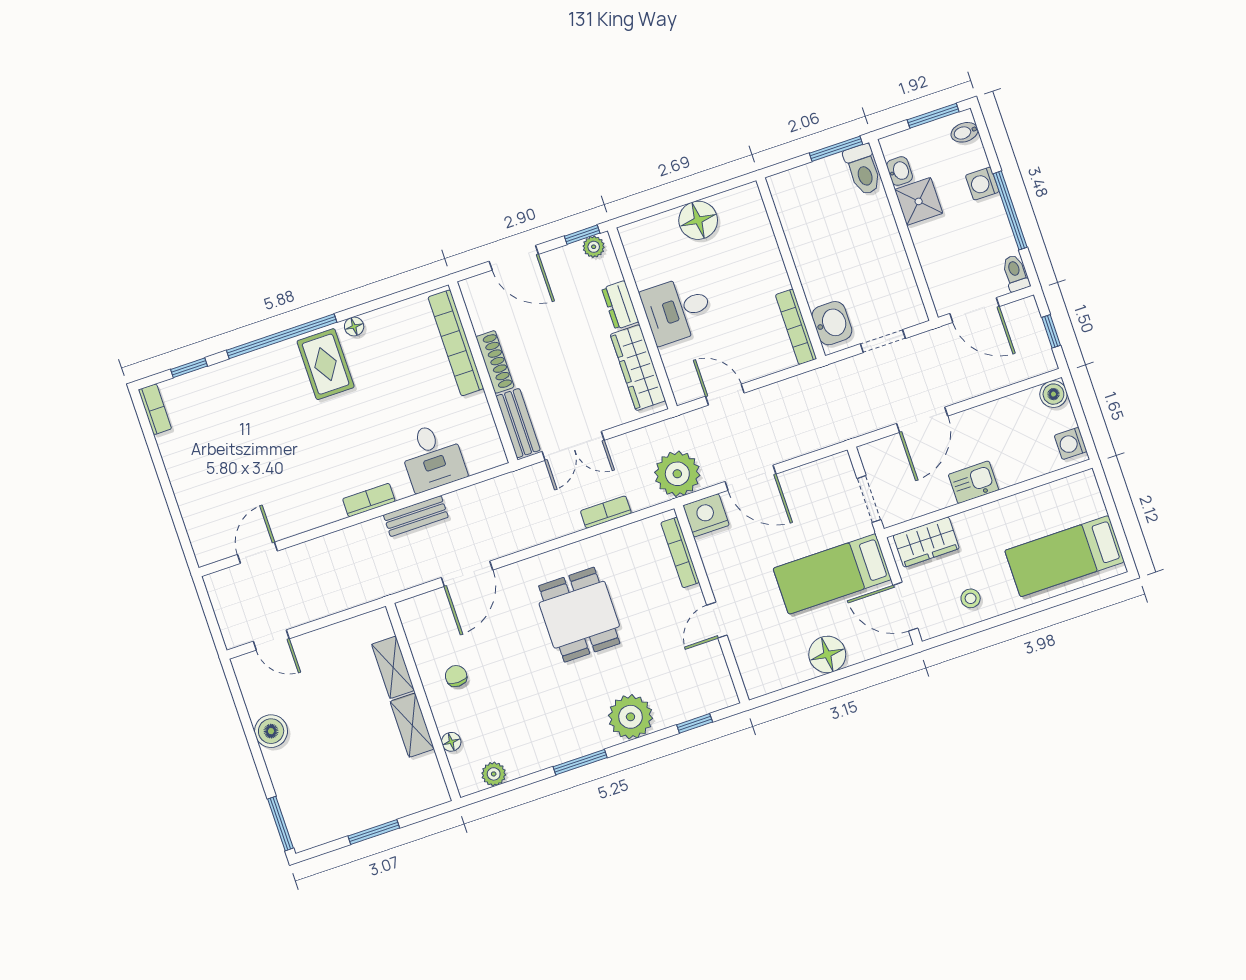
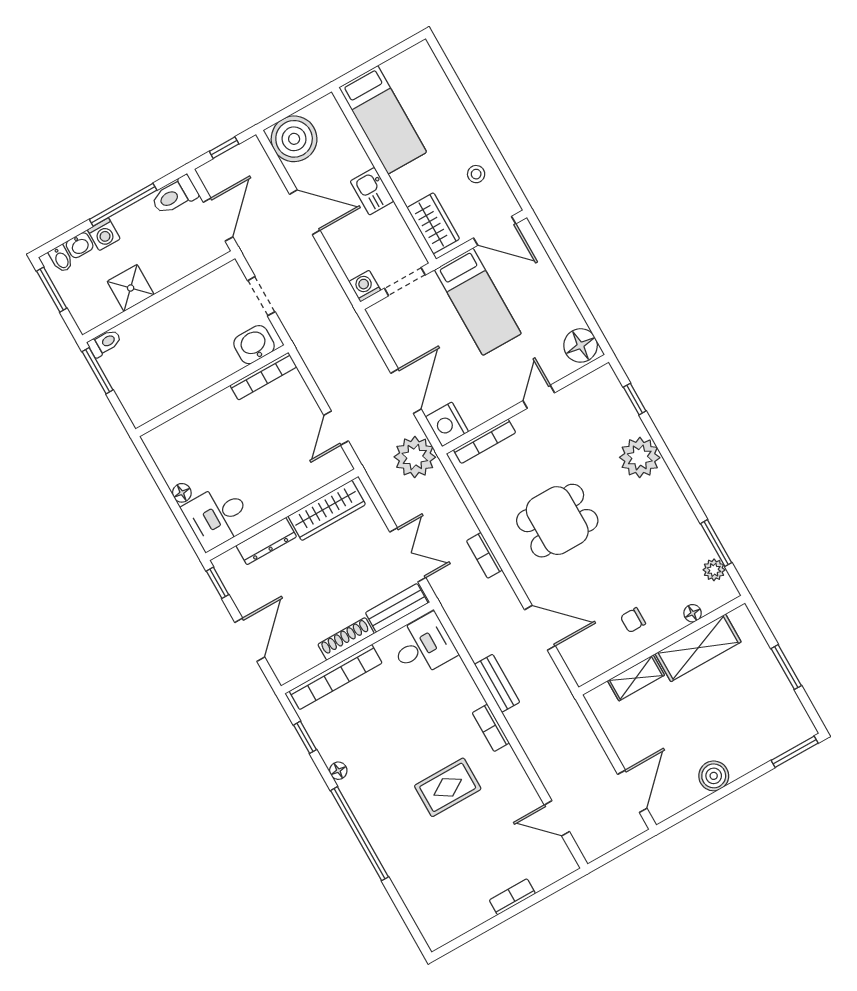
toilet: (863, 170) -> (105, 343), width x0.73, depth x0.72
washbasin: (900, 171) -> (80, 245), moved, turned 180
floor lamp: (698, 220) -> (182, 493), width x0.53, depth x0.53
plant: (594, 247) -> (226, 570), removed
toilet: (1015, 273) -> (175, 196), width x1.37, depth x1.39
dresser: (620, 305) -> (266, 541), width x1.44
desk: (677, 310) -> (217, 516), moved, turned 90
rug: (326, 364) -> (448, 787), moved
window: (189, 368) -> (305, 737), moved
boiler: (1053, 394) -> (294, 139), width x1.86, depth x1.86
bookcase: (155, 409) -> (512, 897), moved
door: (922, 420) -> (305, 212), moved
washing machine: (1071, 443) -> (365, 286), moved, turned 180
desk: (432, 457) -> (423, 646), moved
bookcase: (606, 512) -> (484, 555), moved
bed: (1065, 556) -> (383, 120), moved
door: (905, 607) -> (495, 231), hinge flipped
door: (717, 620) -> (539, 397), swing flipped
door: (271, 640) -> (632, 791), width x1.38
floor lamp: (827, 654) -> (581, 345), moved
shelving: (412, 725) -> (698, 648), width x1.50, depth x1.33
window: (580, 762) -> (716, 543), moved

